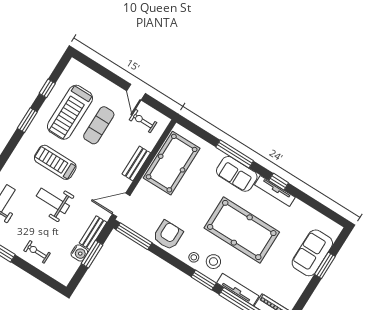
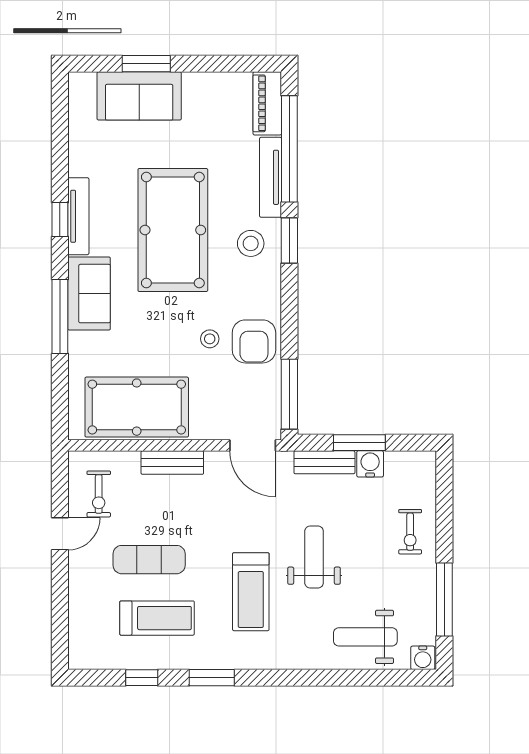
treadmill: (70, 112) -> (157, 618), width x0.73, depth x0.73
weight bench: (53, 201) -> (314, 557), turned 180
armchair: (168, 235) -> (254, 341), turned -90
stool: (194, 257) -> (210, 339), moved

